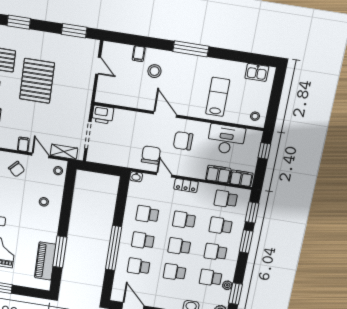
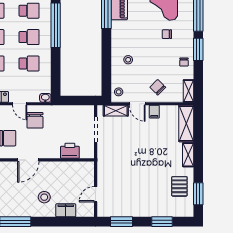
window: (19, 22) -> (162, 222), moved
filing cabinet: (139, 54) -> (66, 210), width x2.00
door: (98, 66) -> (96, 194), hinge flipped
pallet: (37, 81) -> (149, 172), removed
door: (165, 114) -> (28, 160), hinge flipped
printer: (103, 115) -> (70, 151), moved

